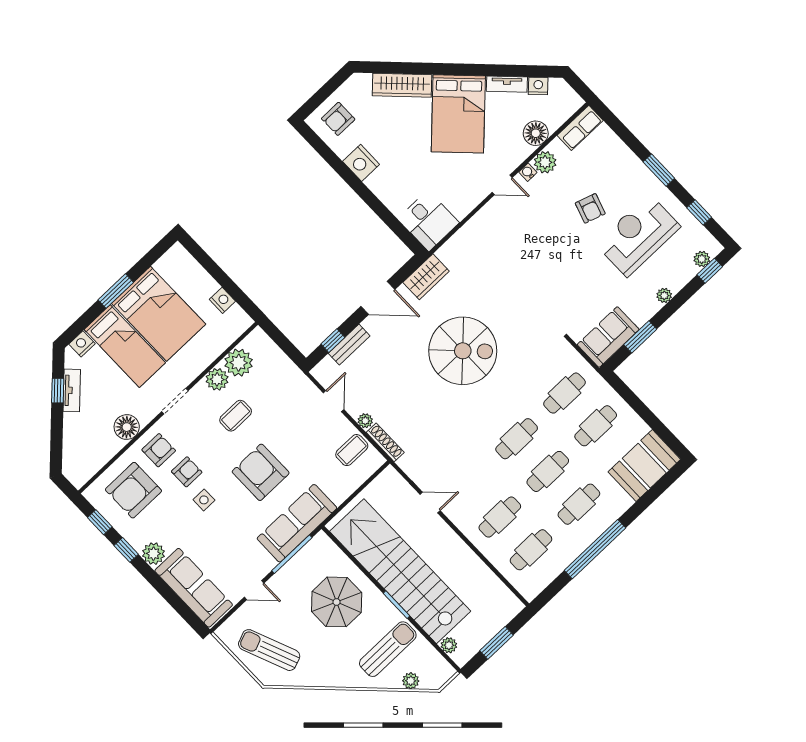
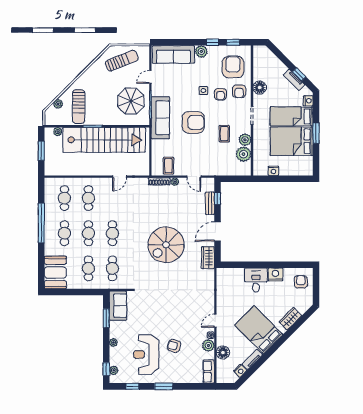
wardrobe: (402, 85) -> (290, 319), width x0.67
desk: (428, 221) -> (256, 280), moved, turned 90
reception desk: (638, 235) -> (146, 354), turned 180
parasol: (337, 602) -> (131, 101), moved

